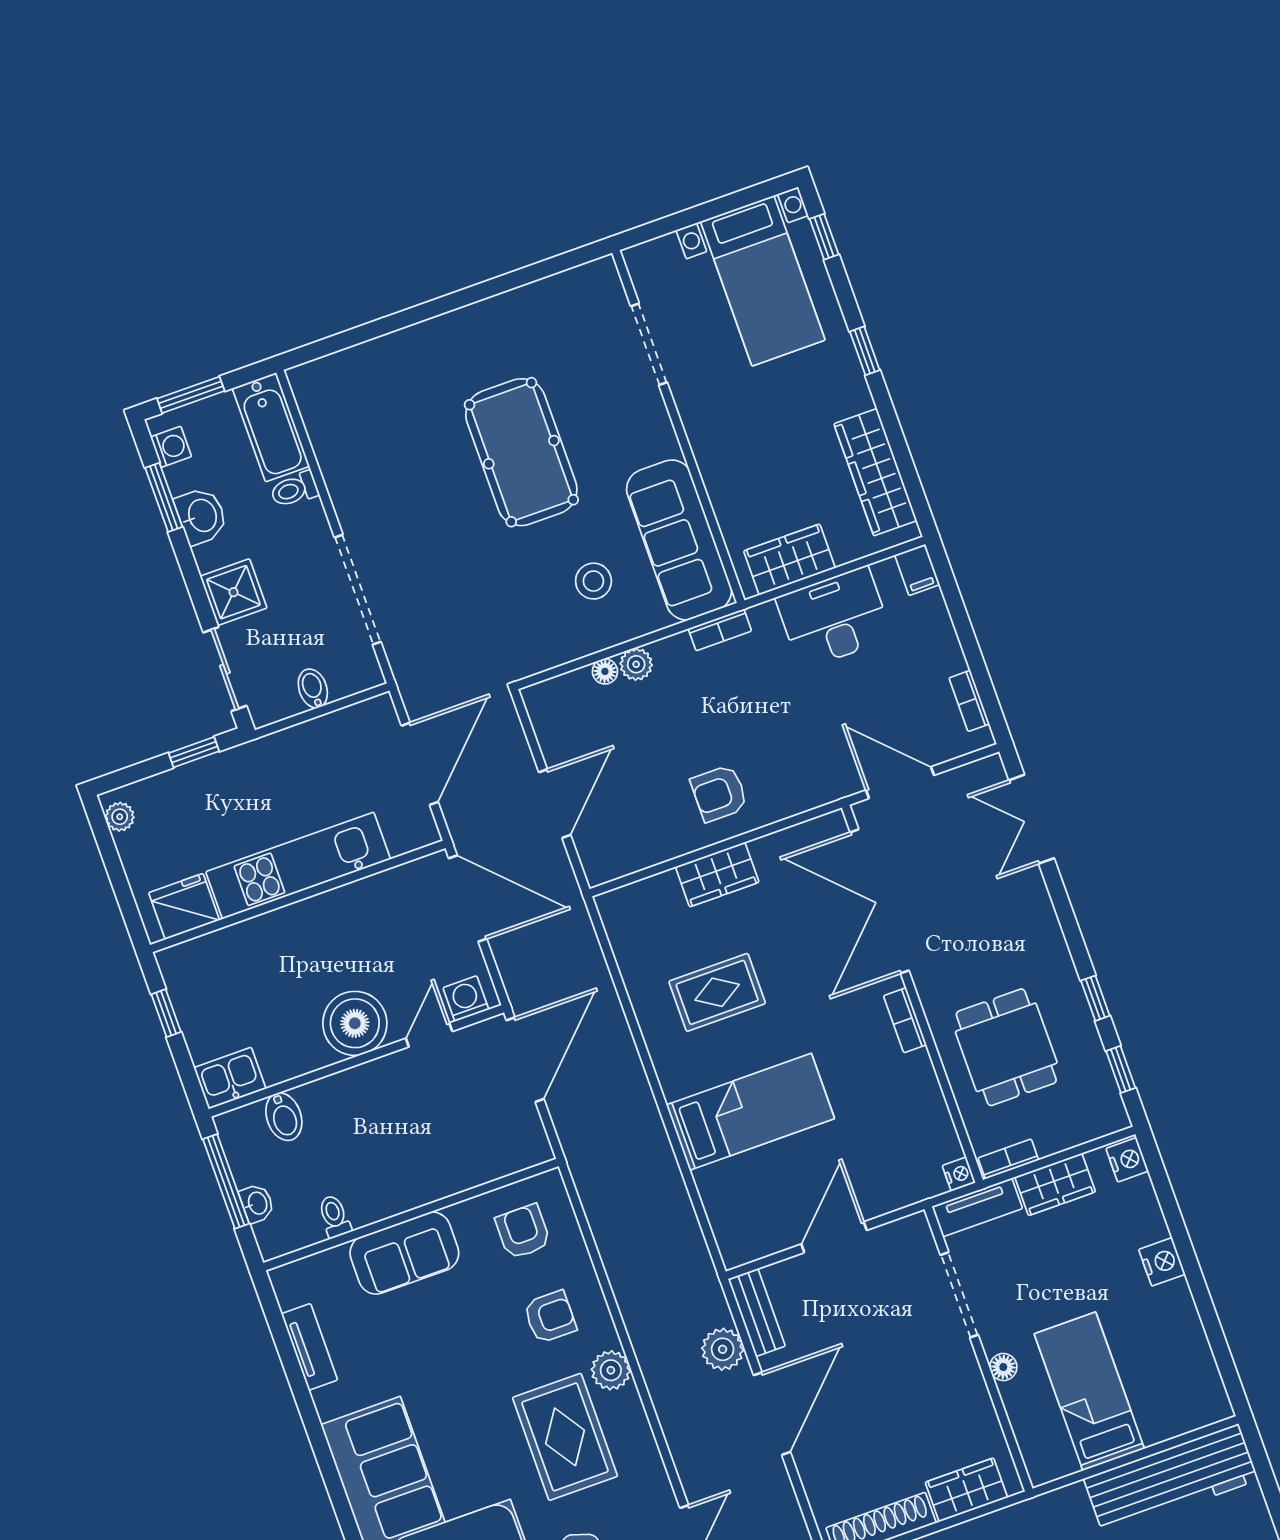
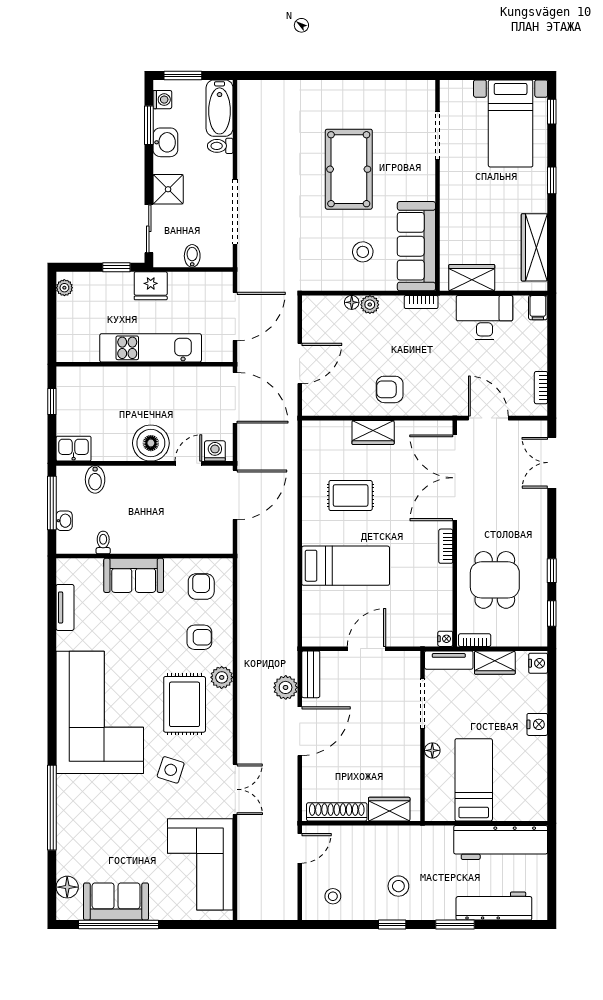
fridge: (184, 906) -> (151, 286), moved, turned 180

